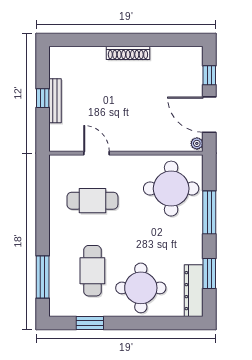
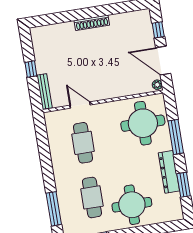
bench: (55, 101) -> (45, 91), moved
cafe table: (92, 201) -> (83, 143), turned 90
dresser: (194, 291) -> (169, 172), moved

